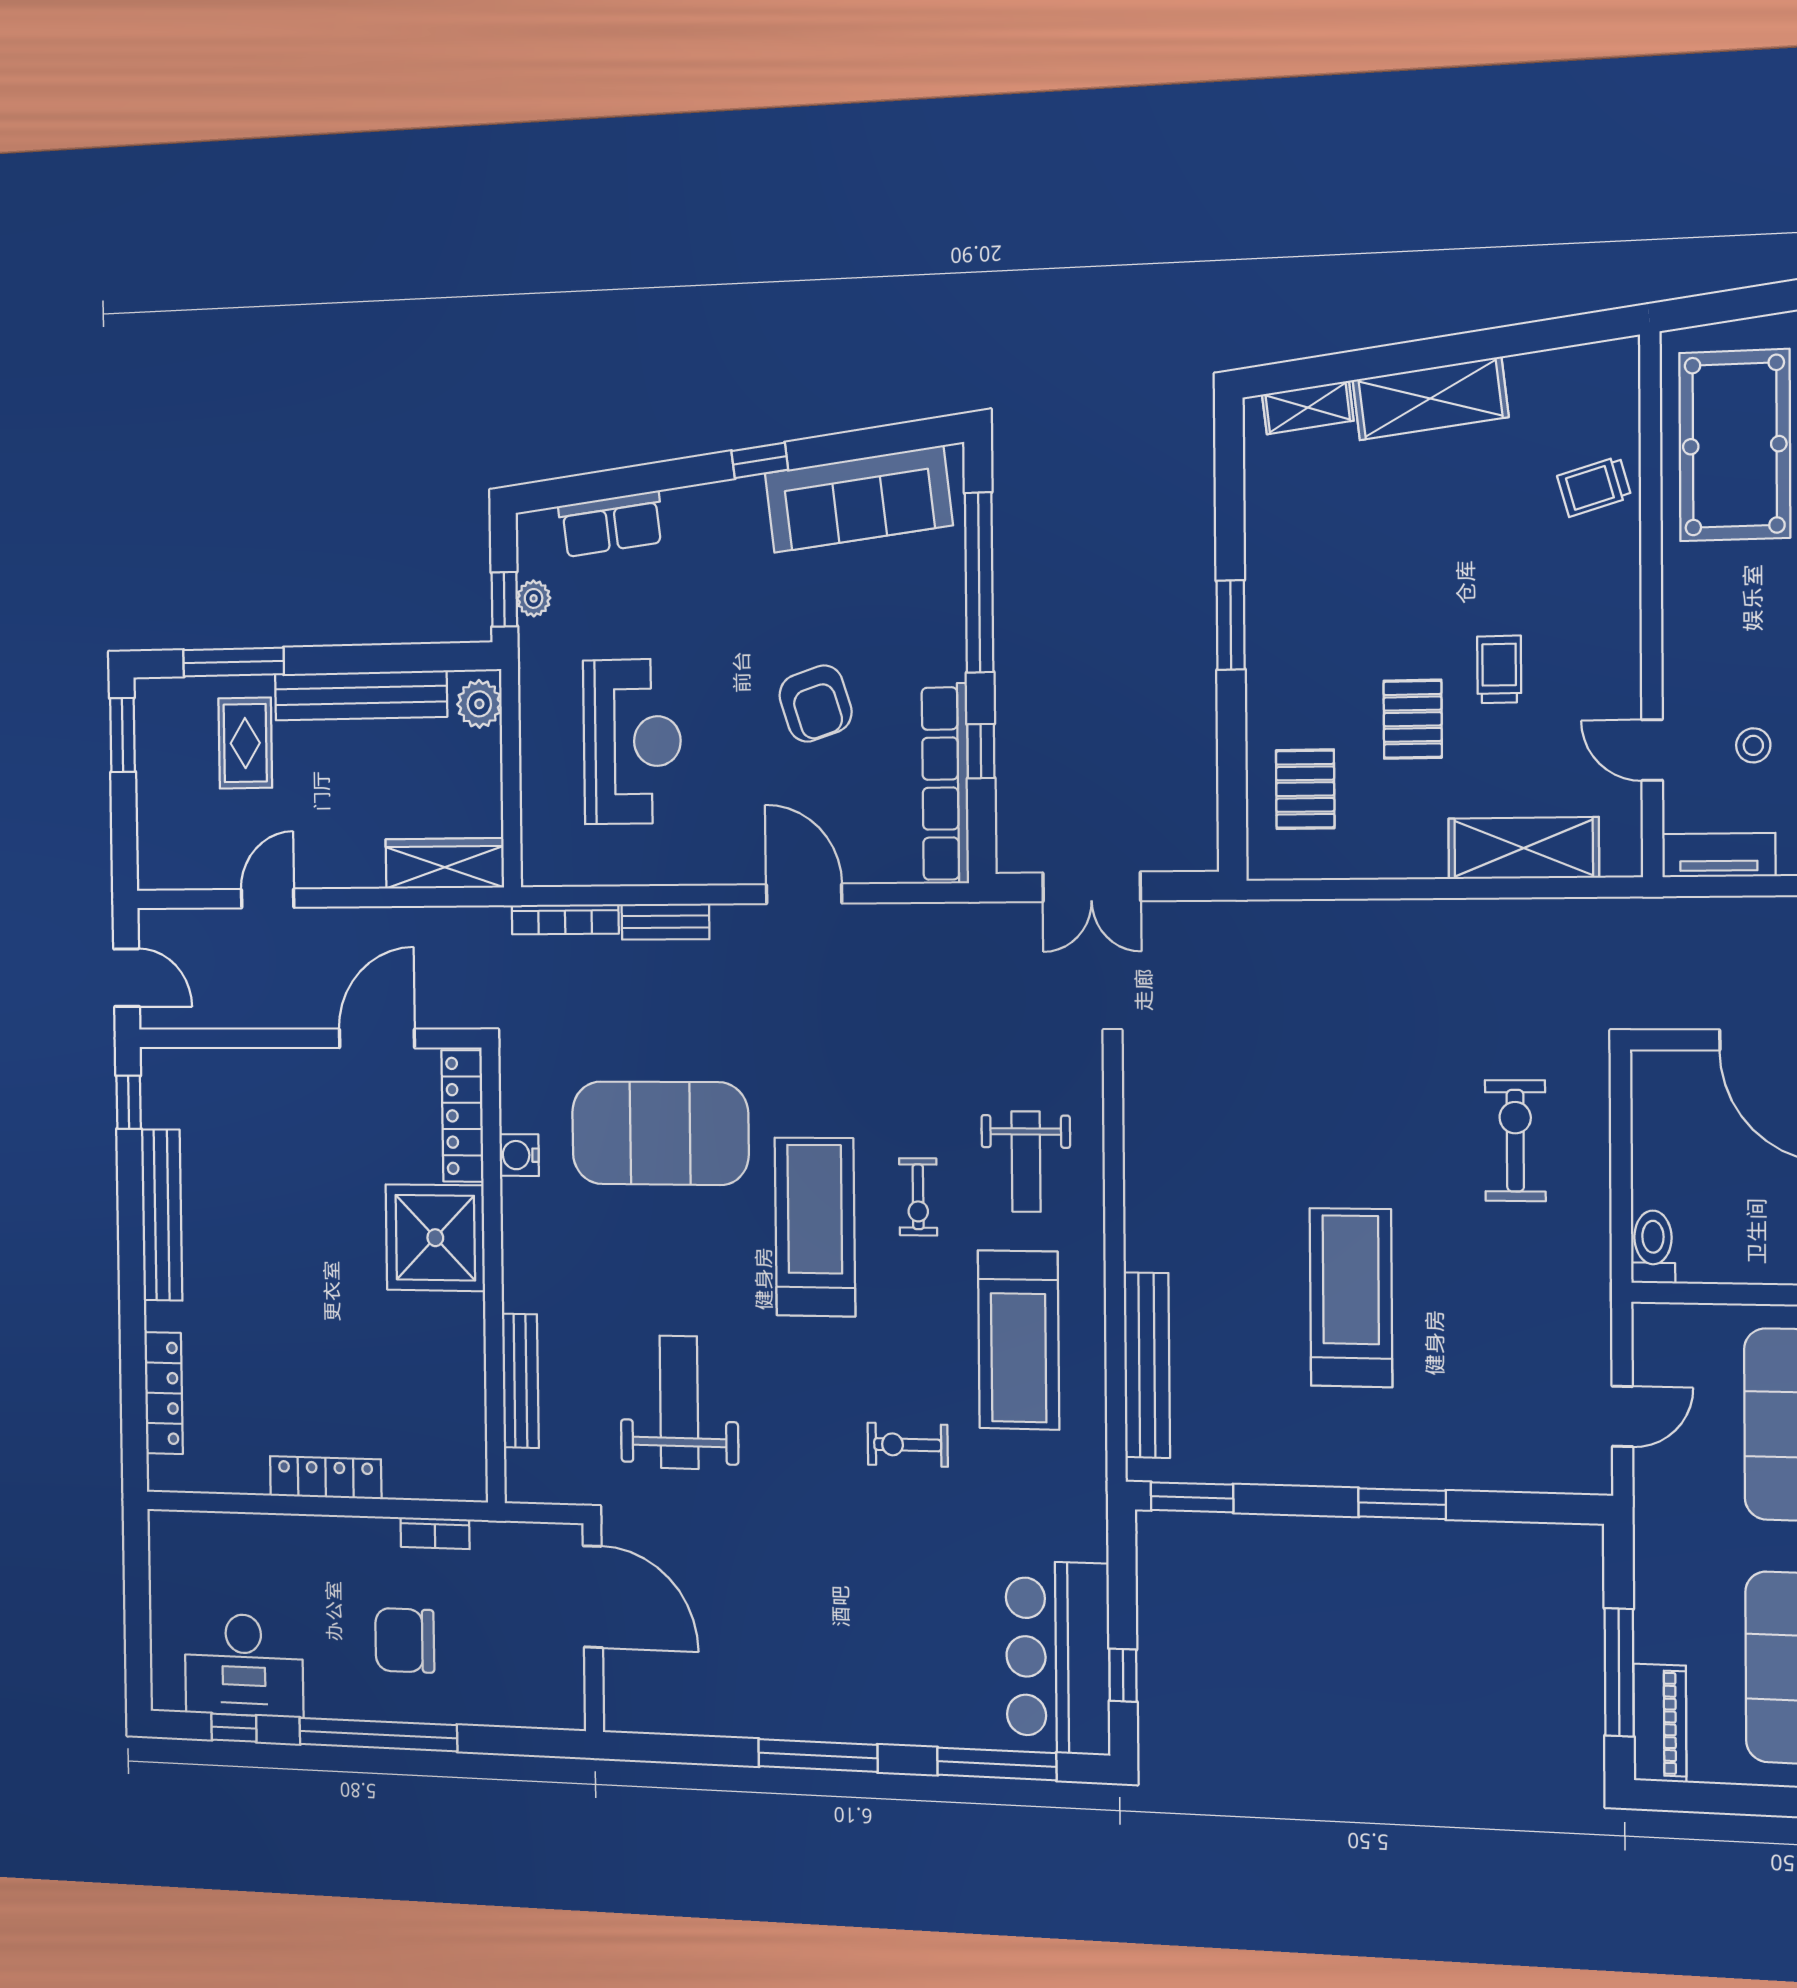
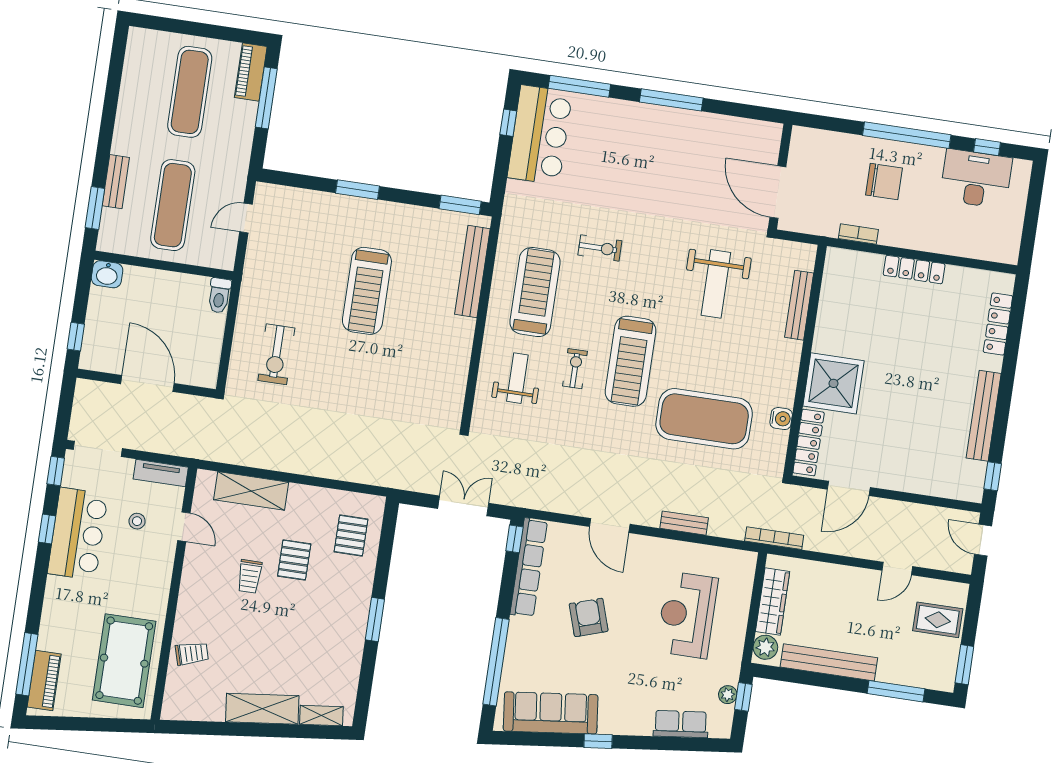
rug: (245, 743) -> (938, 620), moved, turned 90
window: (981, 751) -> (514, 539), moved
wardrobe: (445, 863) -> (773, 602), moved, turned -90
bookcase: (565, 919) -> (774, 538), moved

